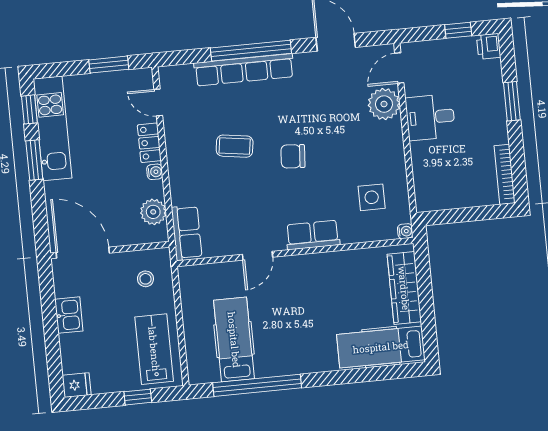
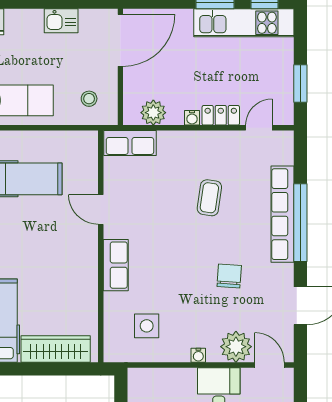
chair: (293, 156) -> (229, 276), moved
water cooler: (405, 231) -> (198, 355), moved

